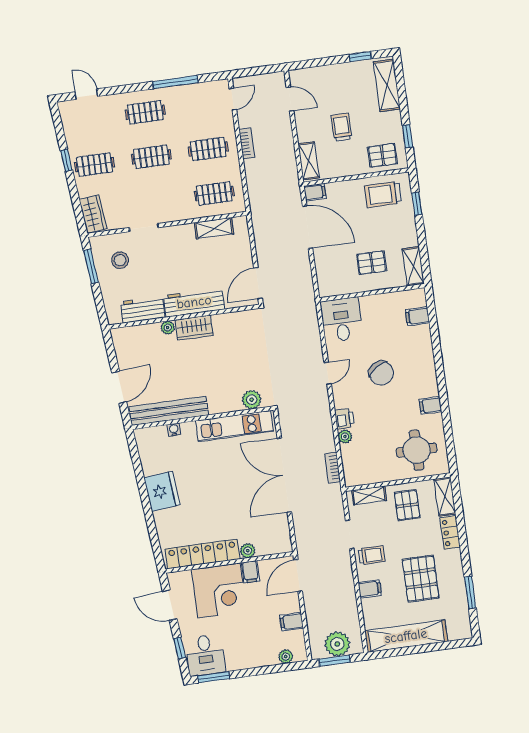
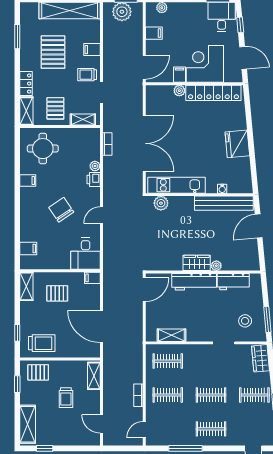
filing cabinet: (315, 192) -> (92, 278), moved

